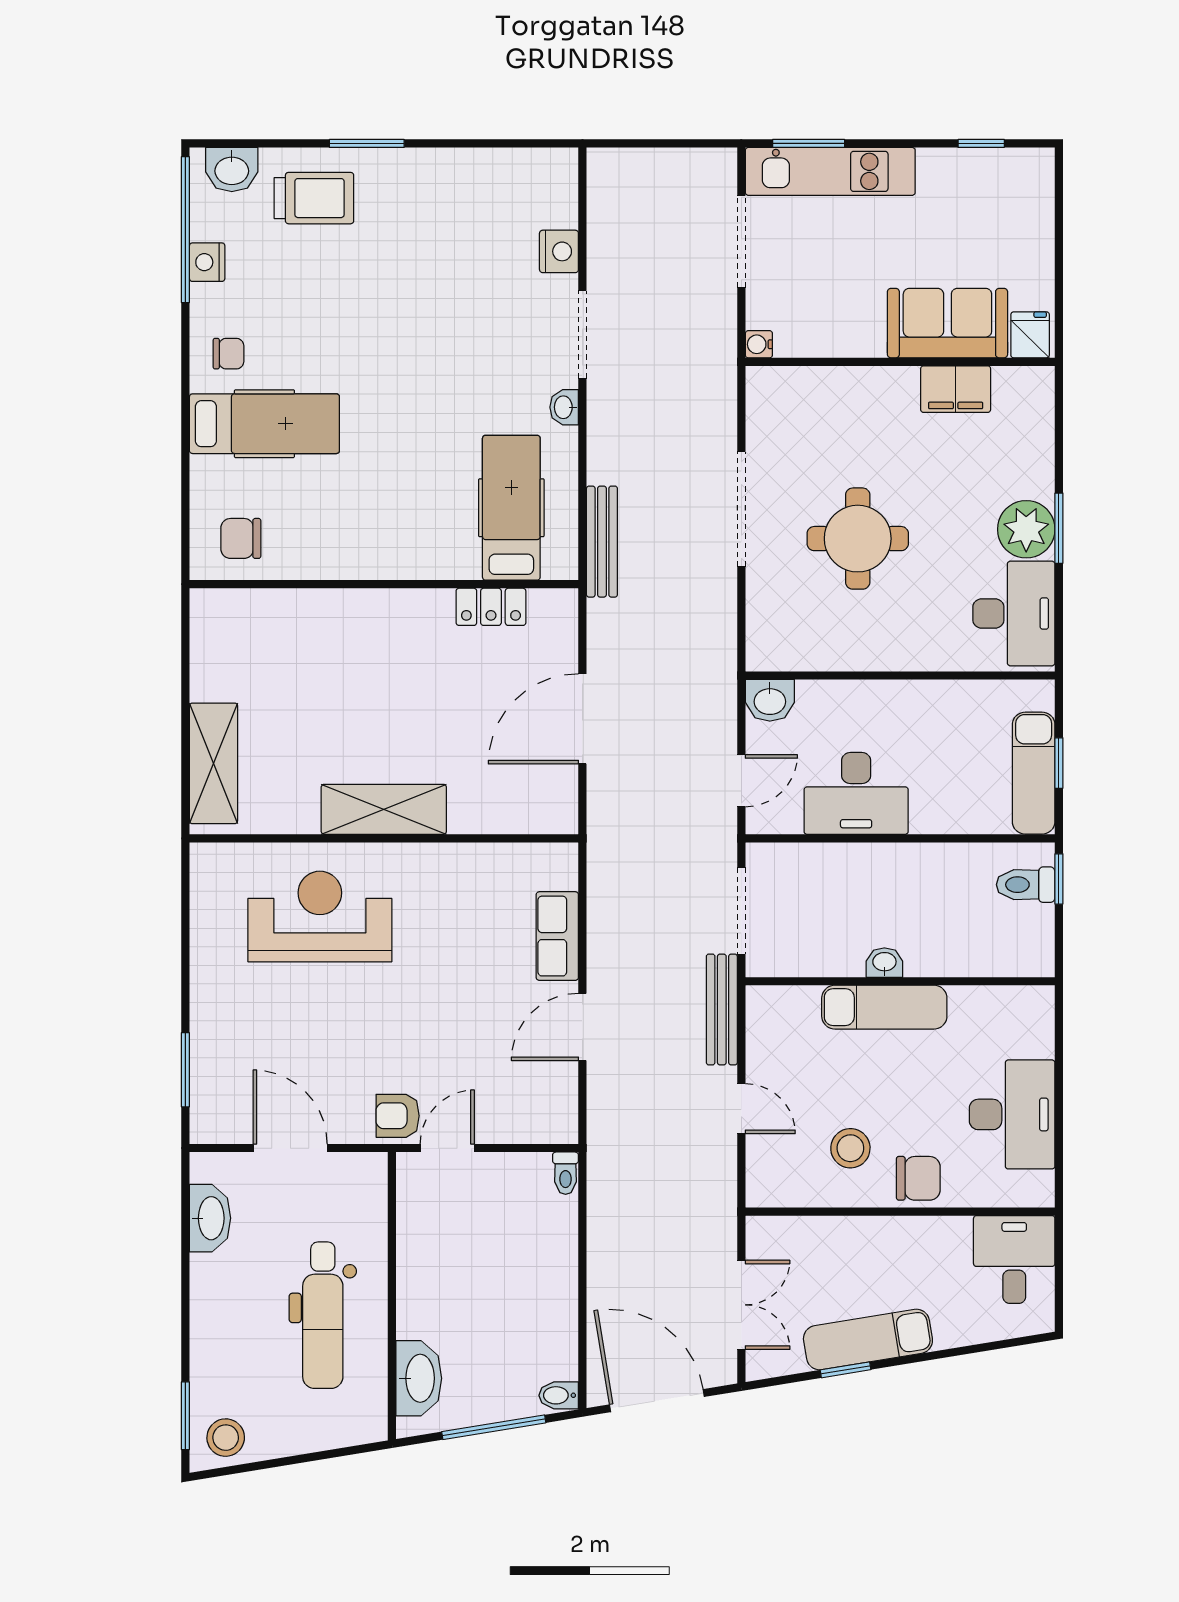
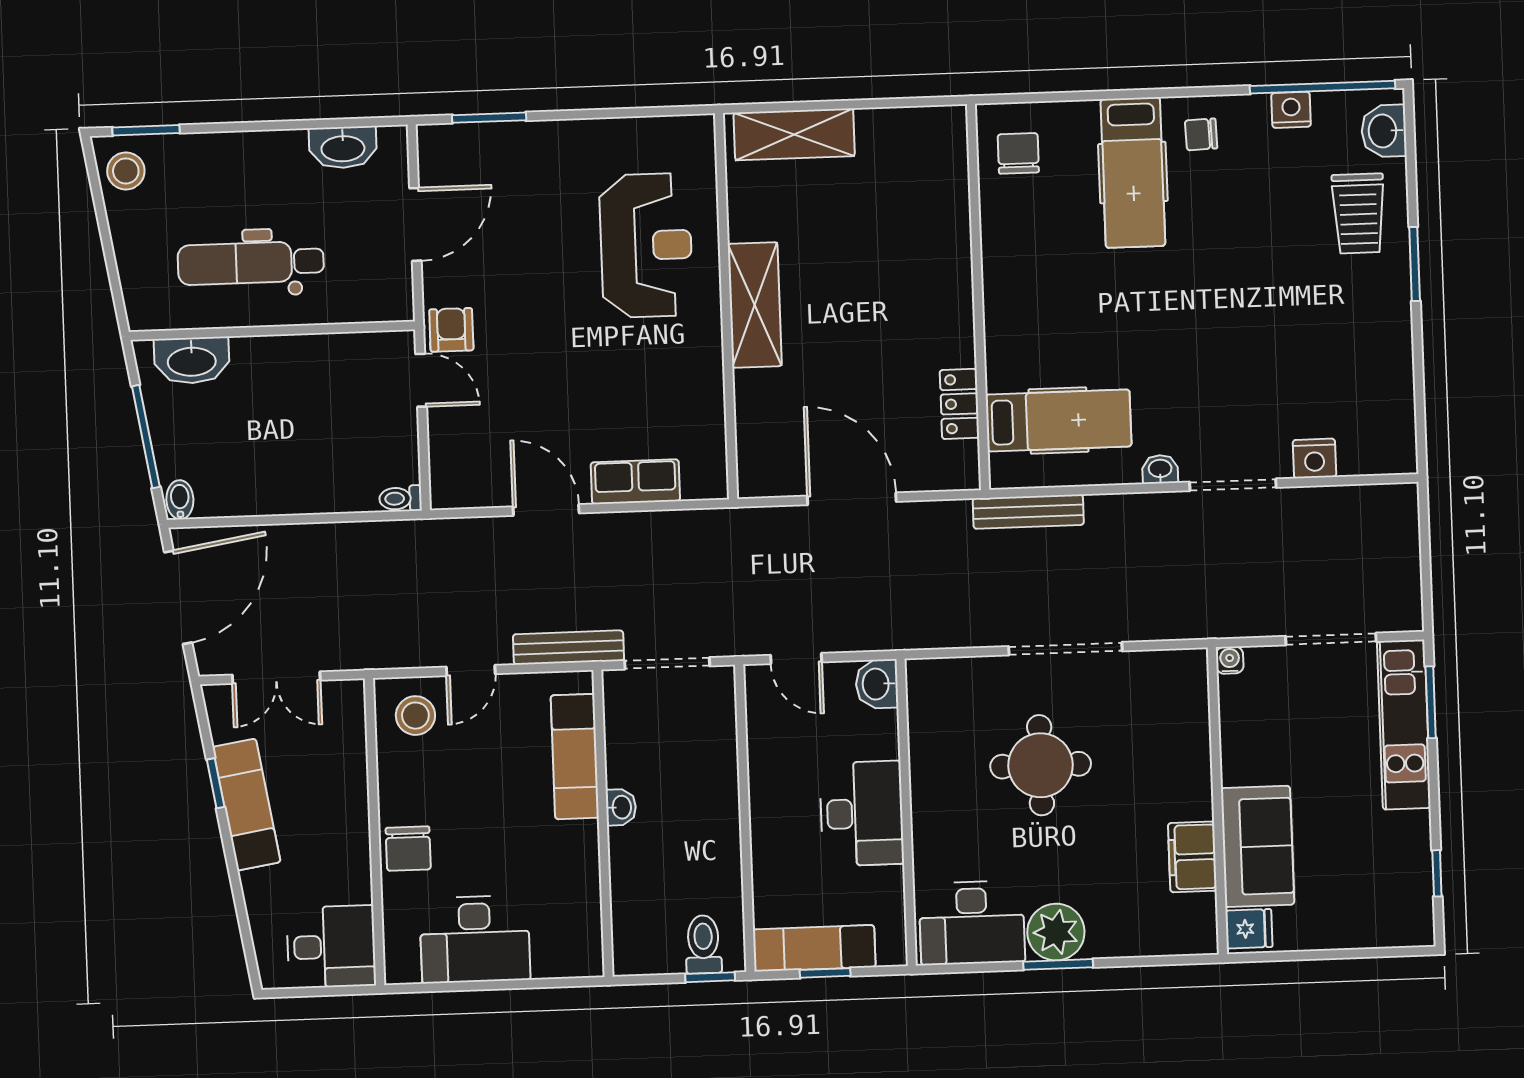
chair: (229, 354) -> (1201, 134), turned 88
desk: (856, 793) -> (862, 814), moved, turned 180
exam couch: (884, 1007) -> (575, 757), moved
stool: (850, 1148) -> (415, 716), moved

